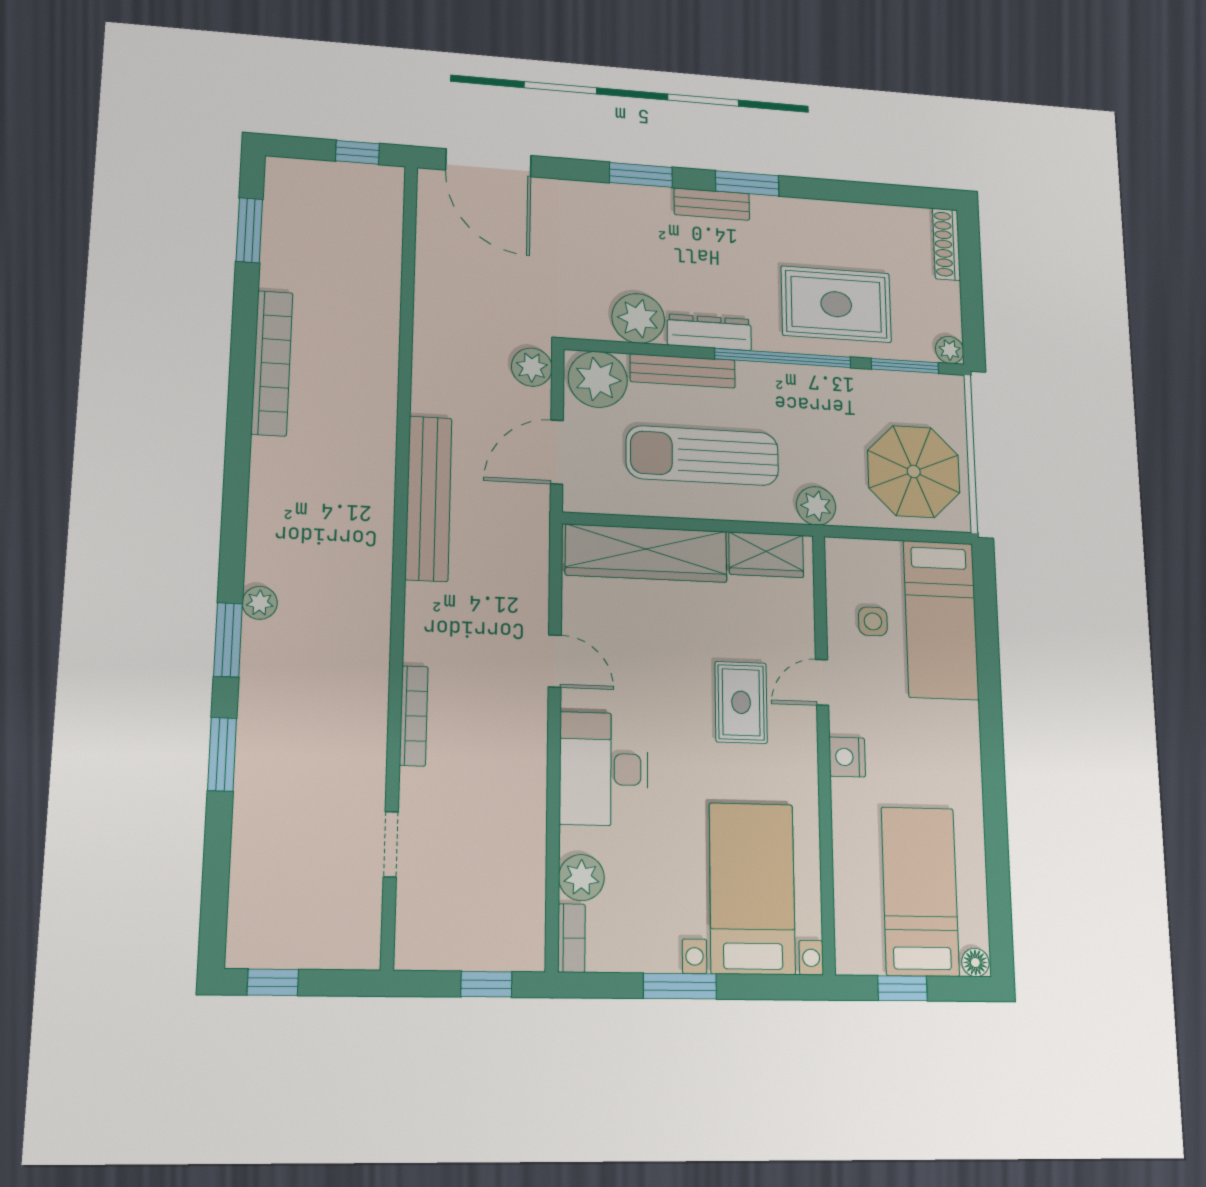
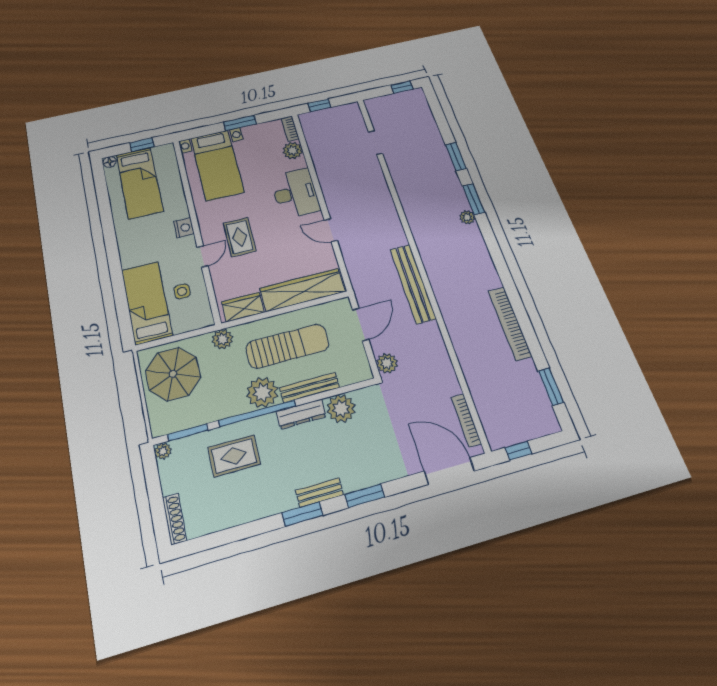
rug: (836, 304) -> (234, 456), width x0.73, depth x0.70
plant: (598, 379) -> (262, 392), moved
bookcase: (414, 716) -> (466, 420), moved

